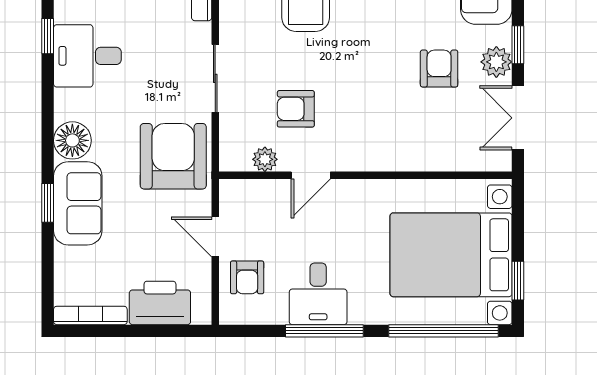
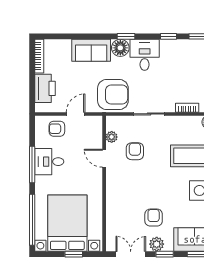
desk: (87, 56) -> (145, 55), moved
armchair: (439, 69) -> (154, 218), turned -90
window: (48, 203) -> (126, 36), moved
window: (518, 281) -> (74, 254), moved

